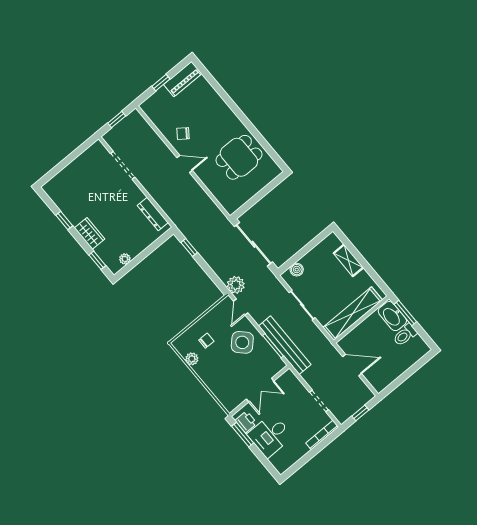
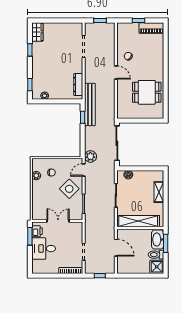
wardrobe: (90, 233) -> (37, 32), moved
bench: (285, 345) -> (90, 104), moved
shower: (418, 348) -> (157, 267), added
double door: (260, 390) -> (58, 221), swing flipped

